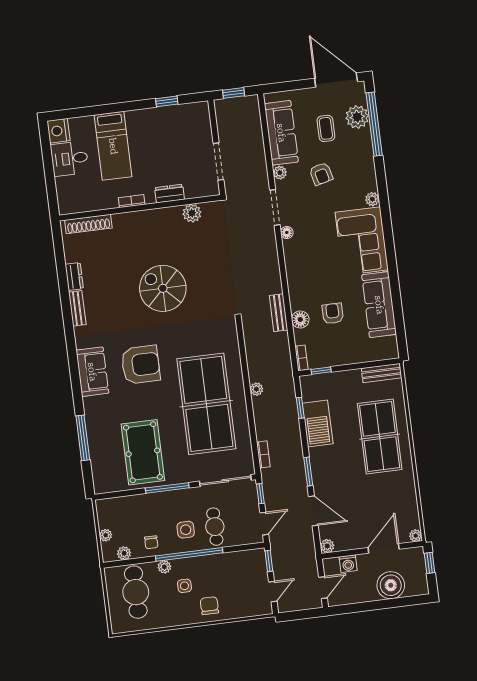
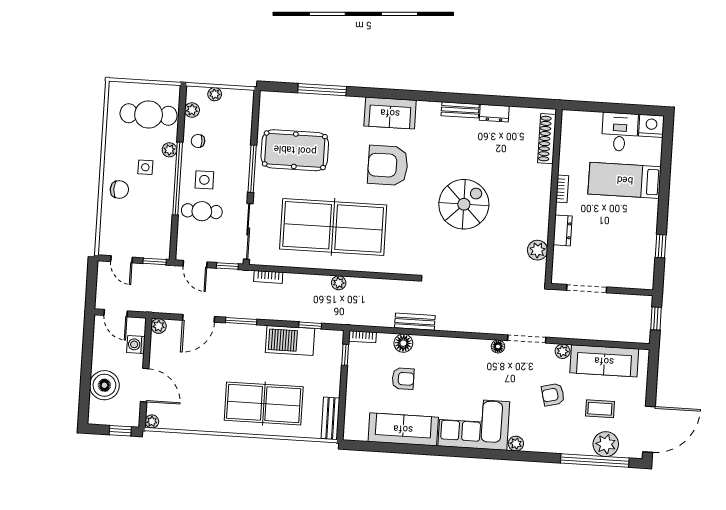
armchair: (141, 365) -> (388, 165), turned 90

